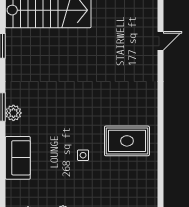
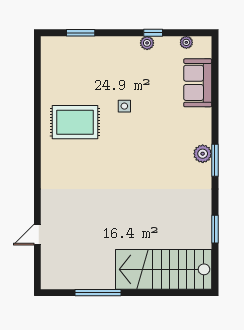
sofa: (18, 158) -> (198, 83), moved

